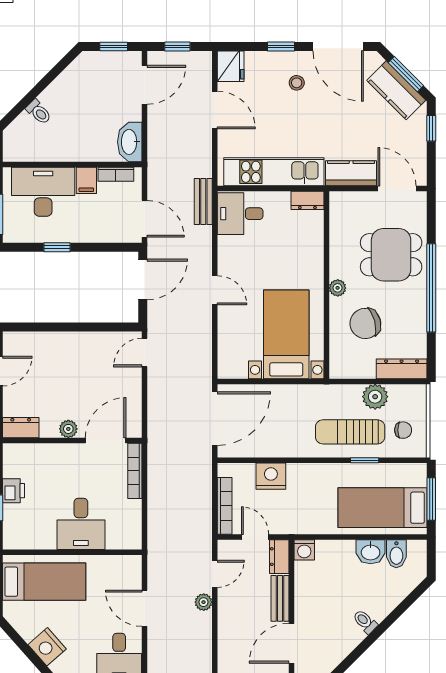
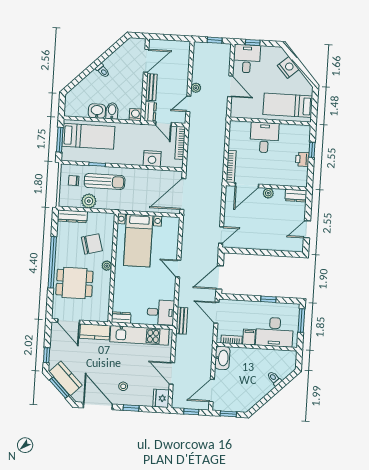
bidet: (396, 554) -> (112, 111), moved

